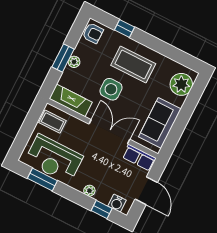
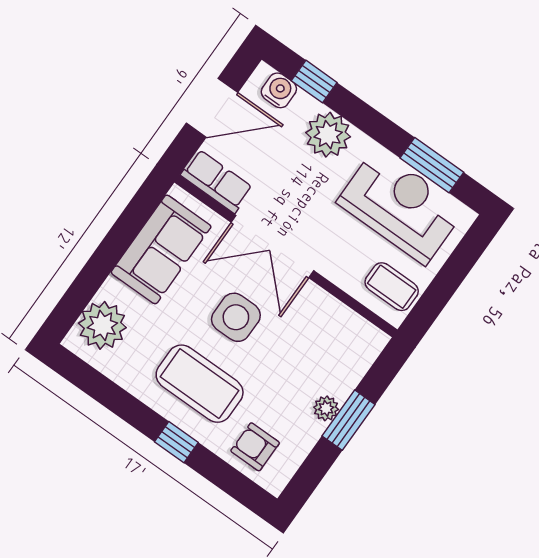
window: (125, 29) -> (176, 442), moved
armchair: (93, 33) -> (255, 447), moved
side table: (111, 89) -> (236, 317), moved
fireplace: (71, 100) -> (346, 327), removed
plant: (89, 191) -> (328, 135), width x1.87, depth x1.87
door: (146, 191) -> (212, 108), swing flipped

